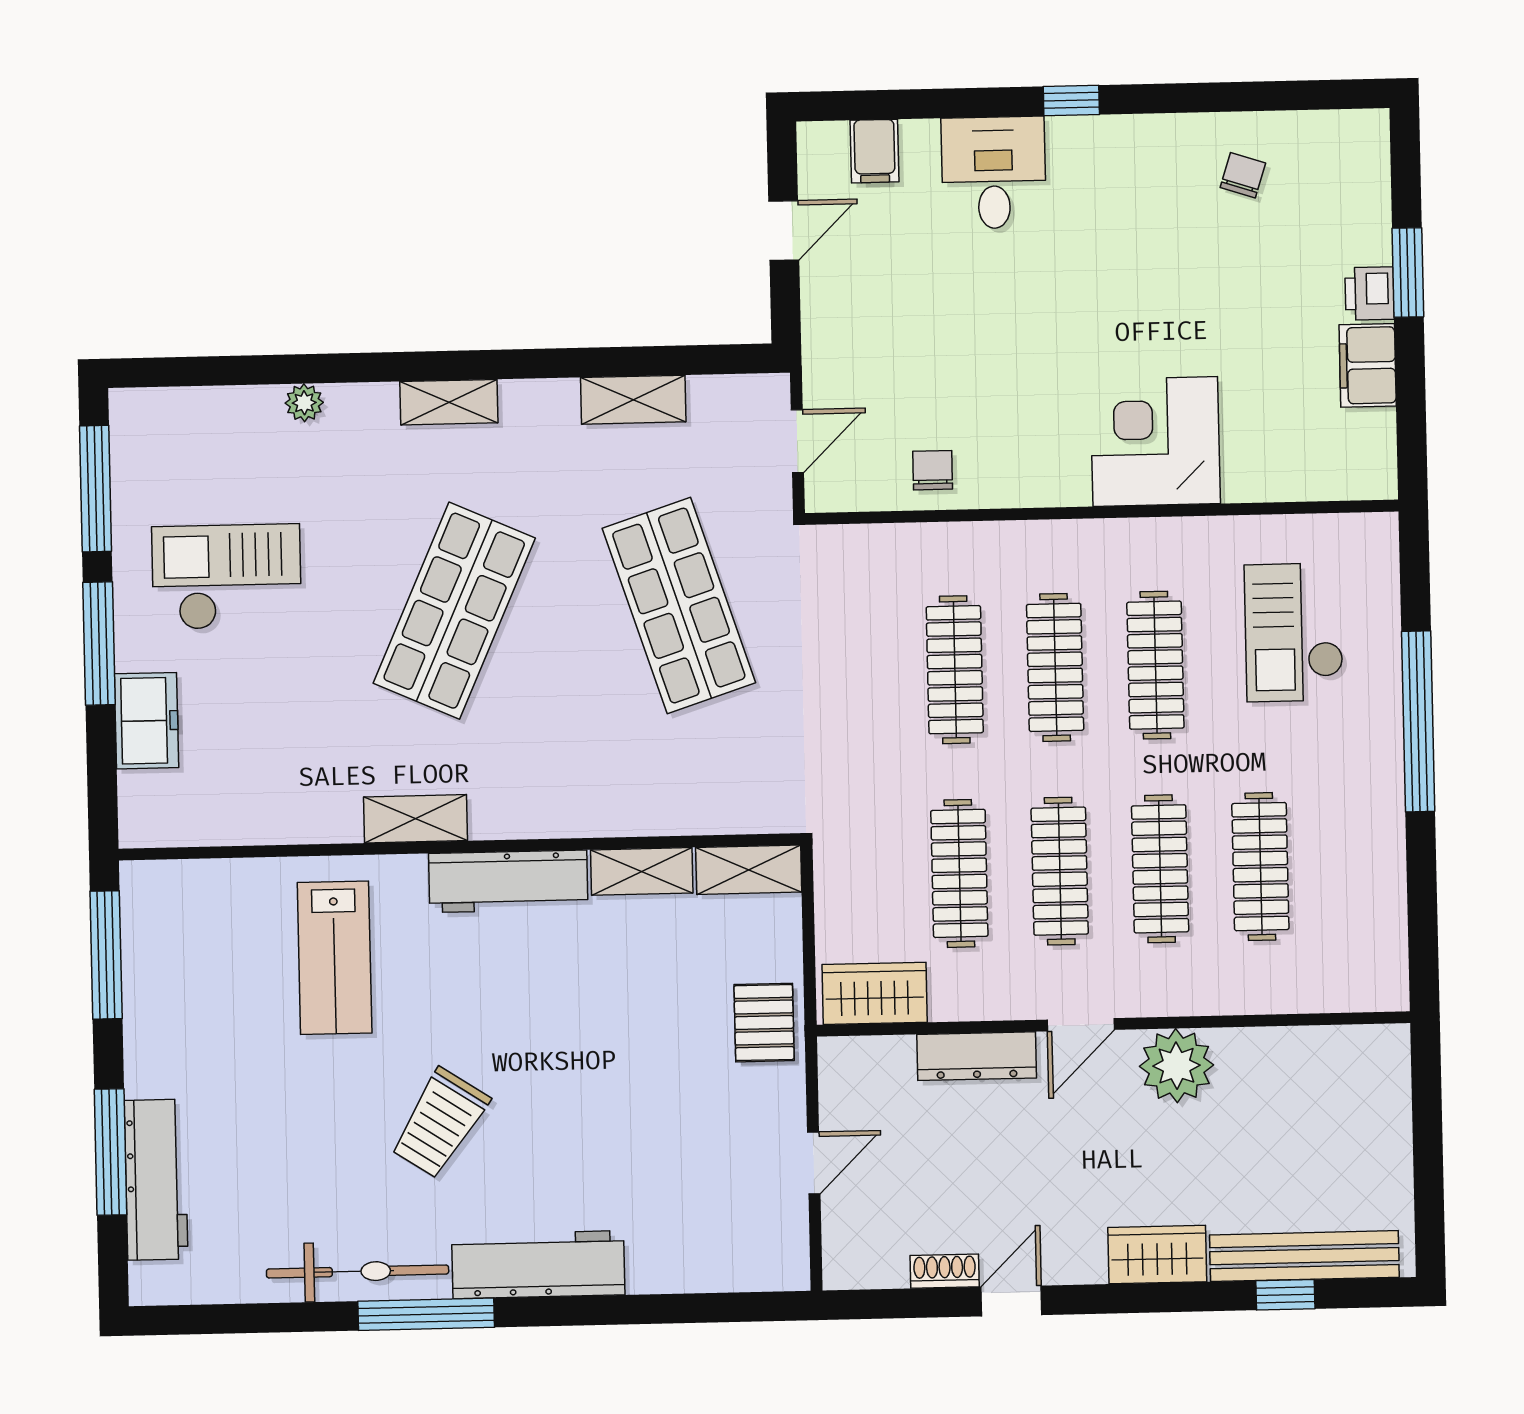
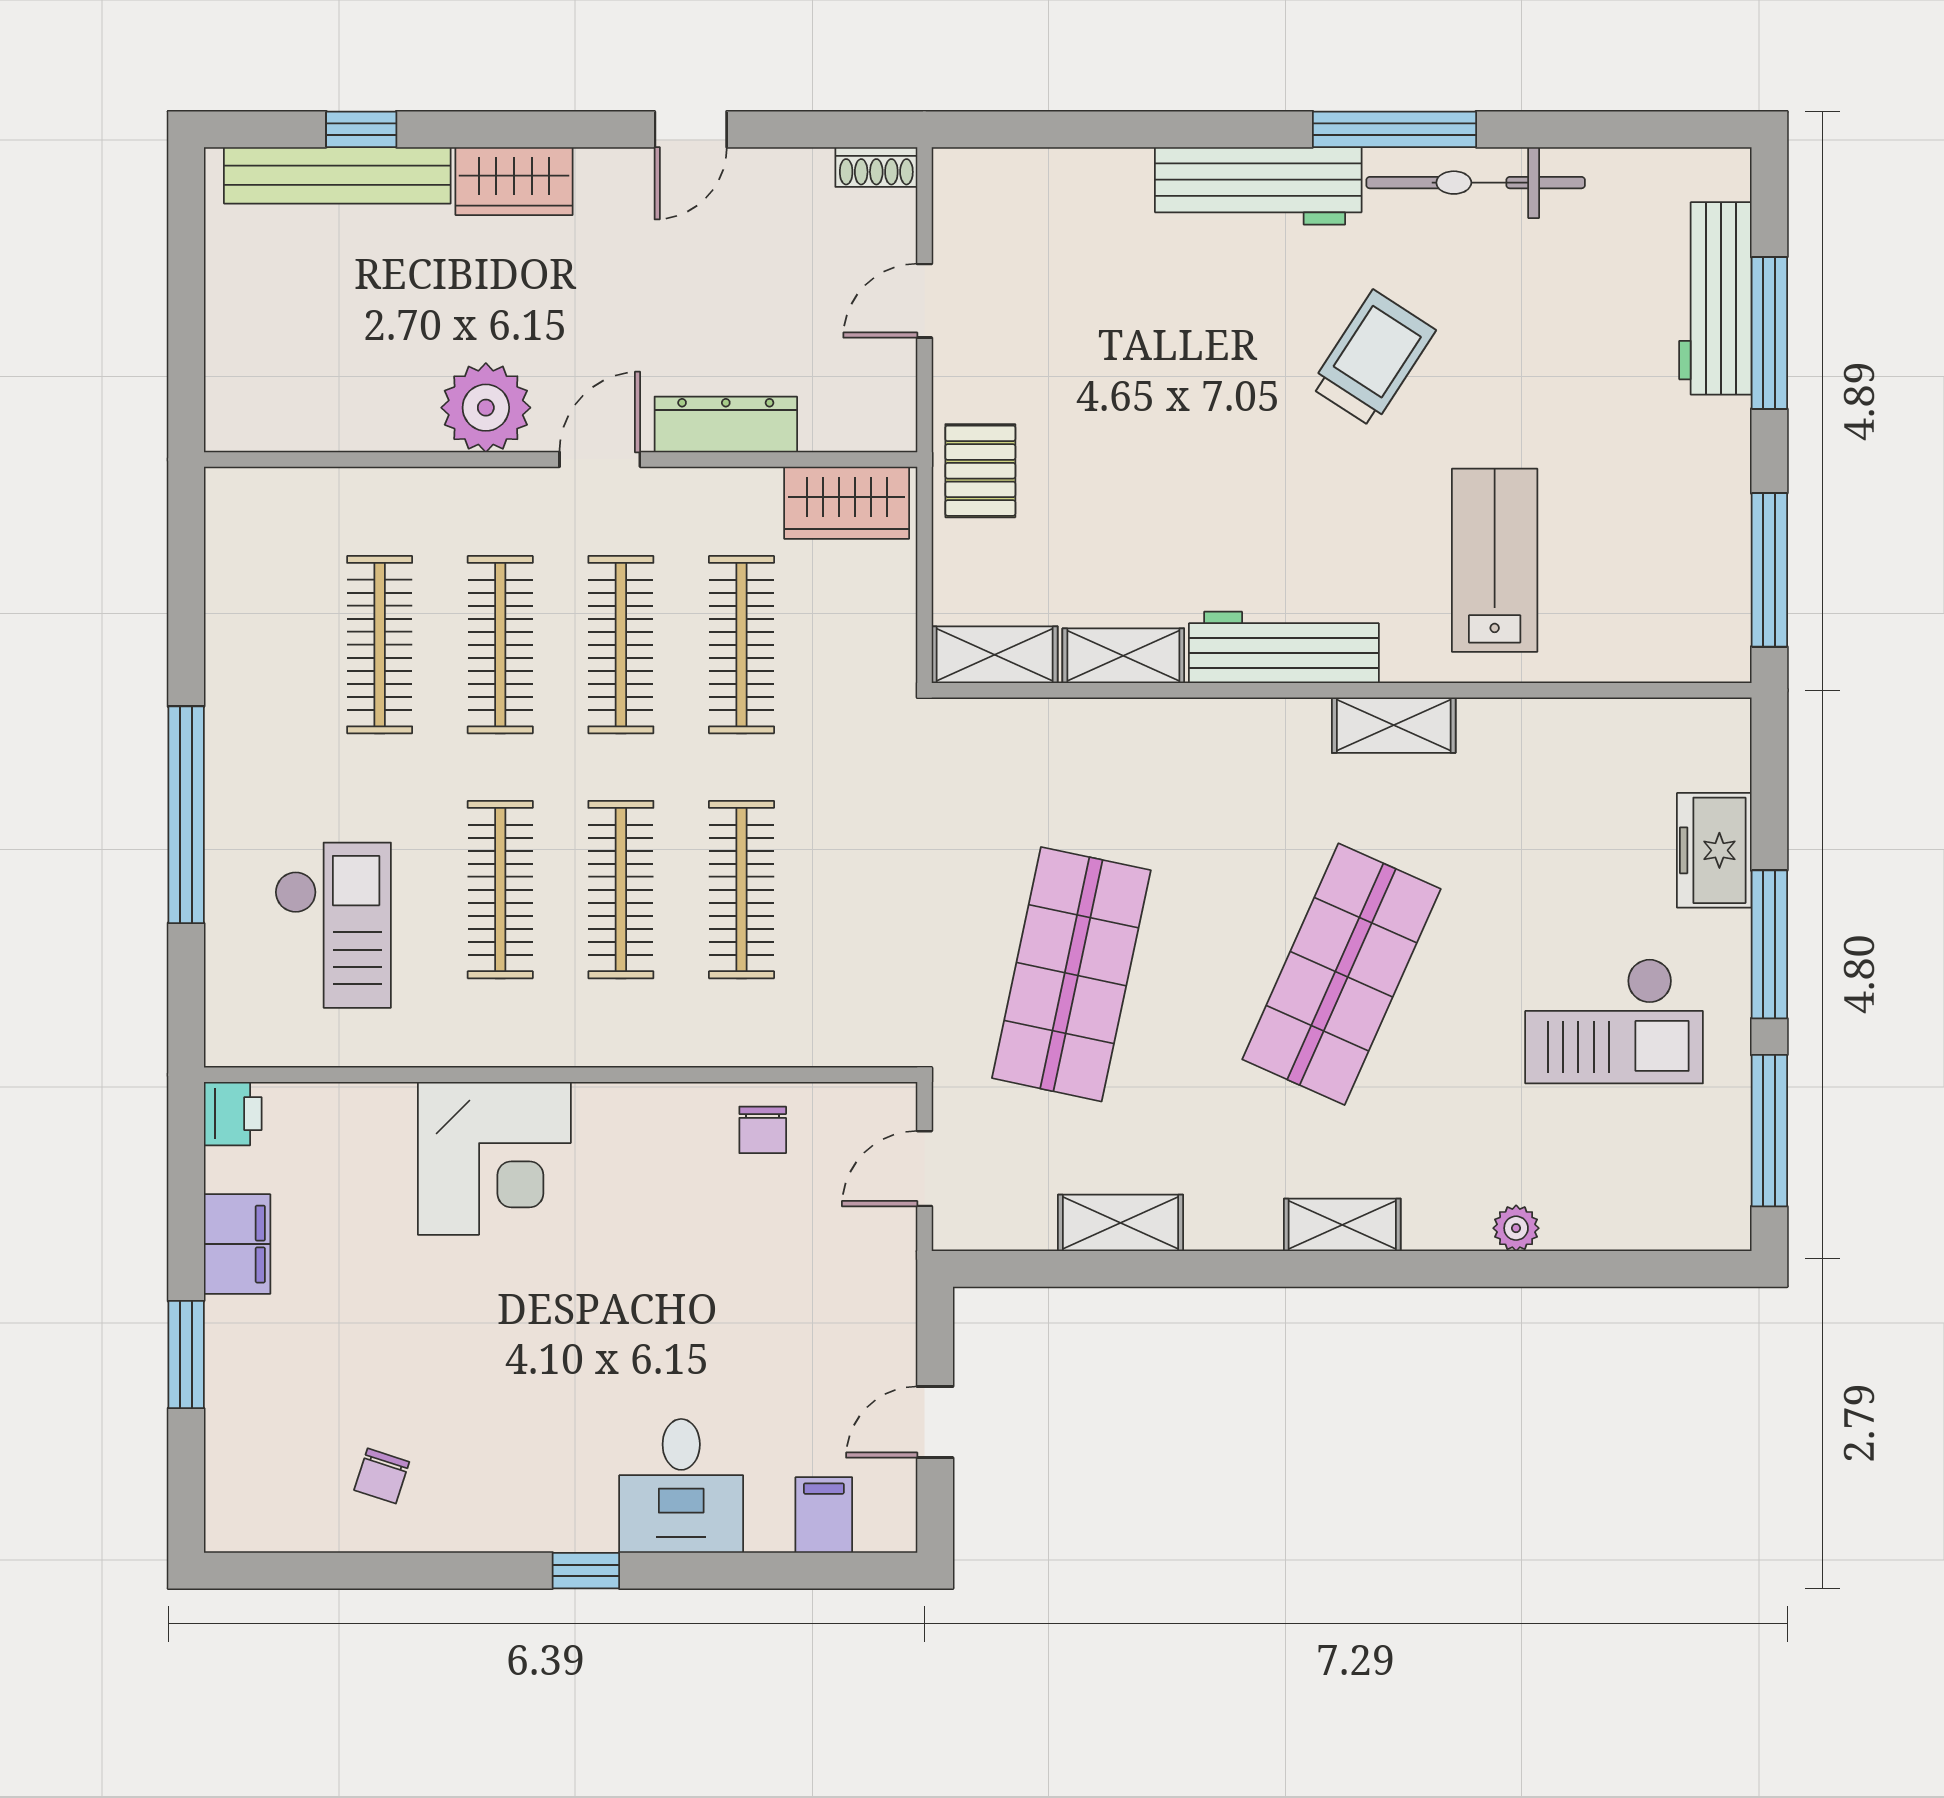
printer: (1370, 293) -> (233, 1114), moved
shop shelf: (679, 606) -> (1071, 974), turned 30
shoe rack: (945, 1271) -> (876, 167), moved

